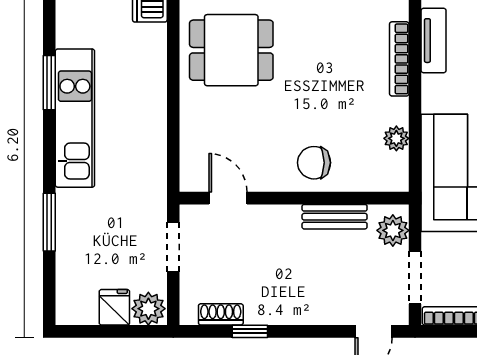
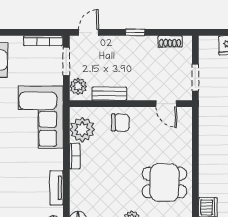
bookcase: (399, 59) -> (75, 156), moved, width x0.64
plant: (396, 138) -> (82, 130), width x1.88, depth x1.88
plant: (148, 309) -> (209, 45), removed
window: (250, 331) -> (135, 32), moved

